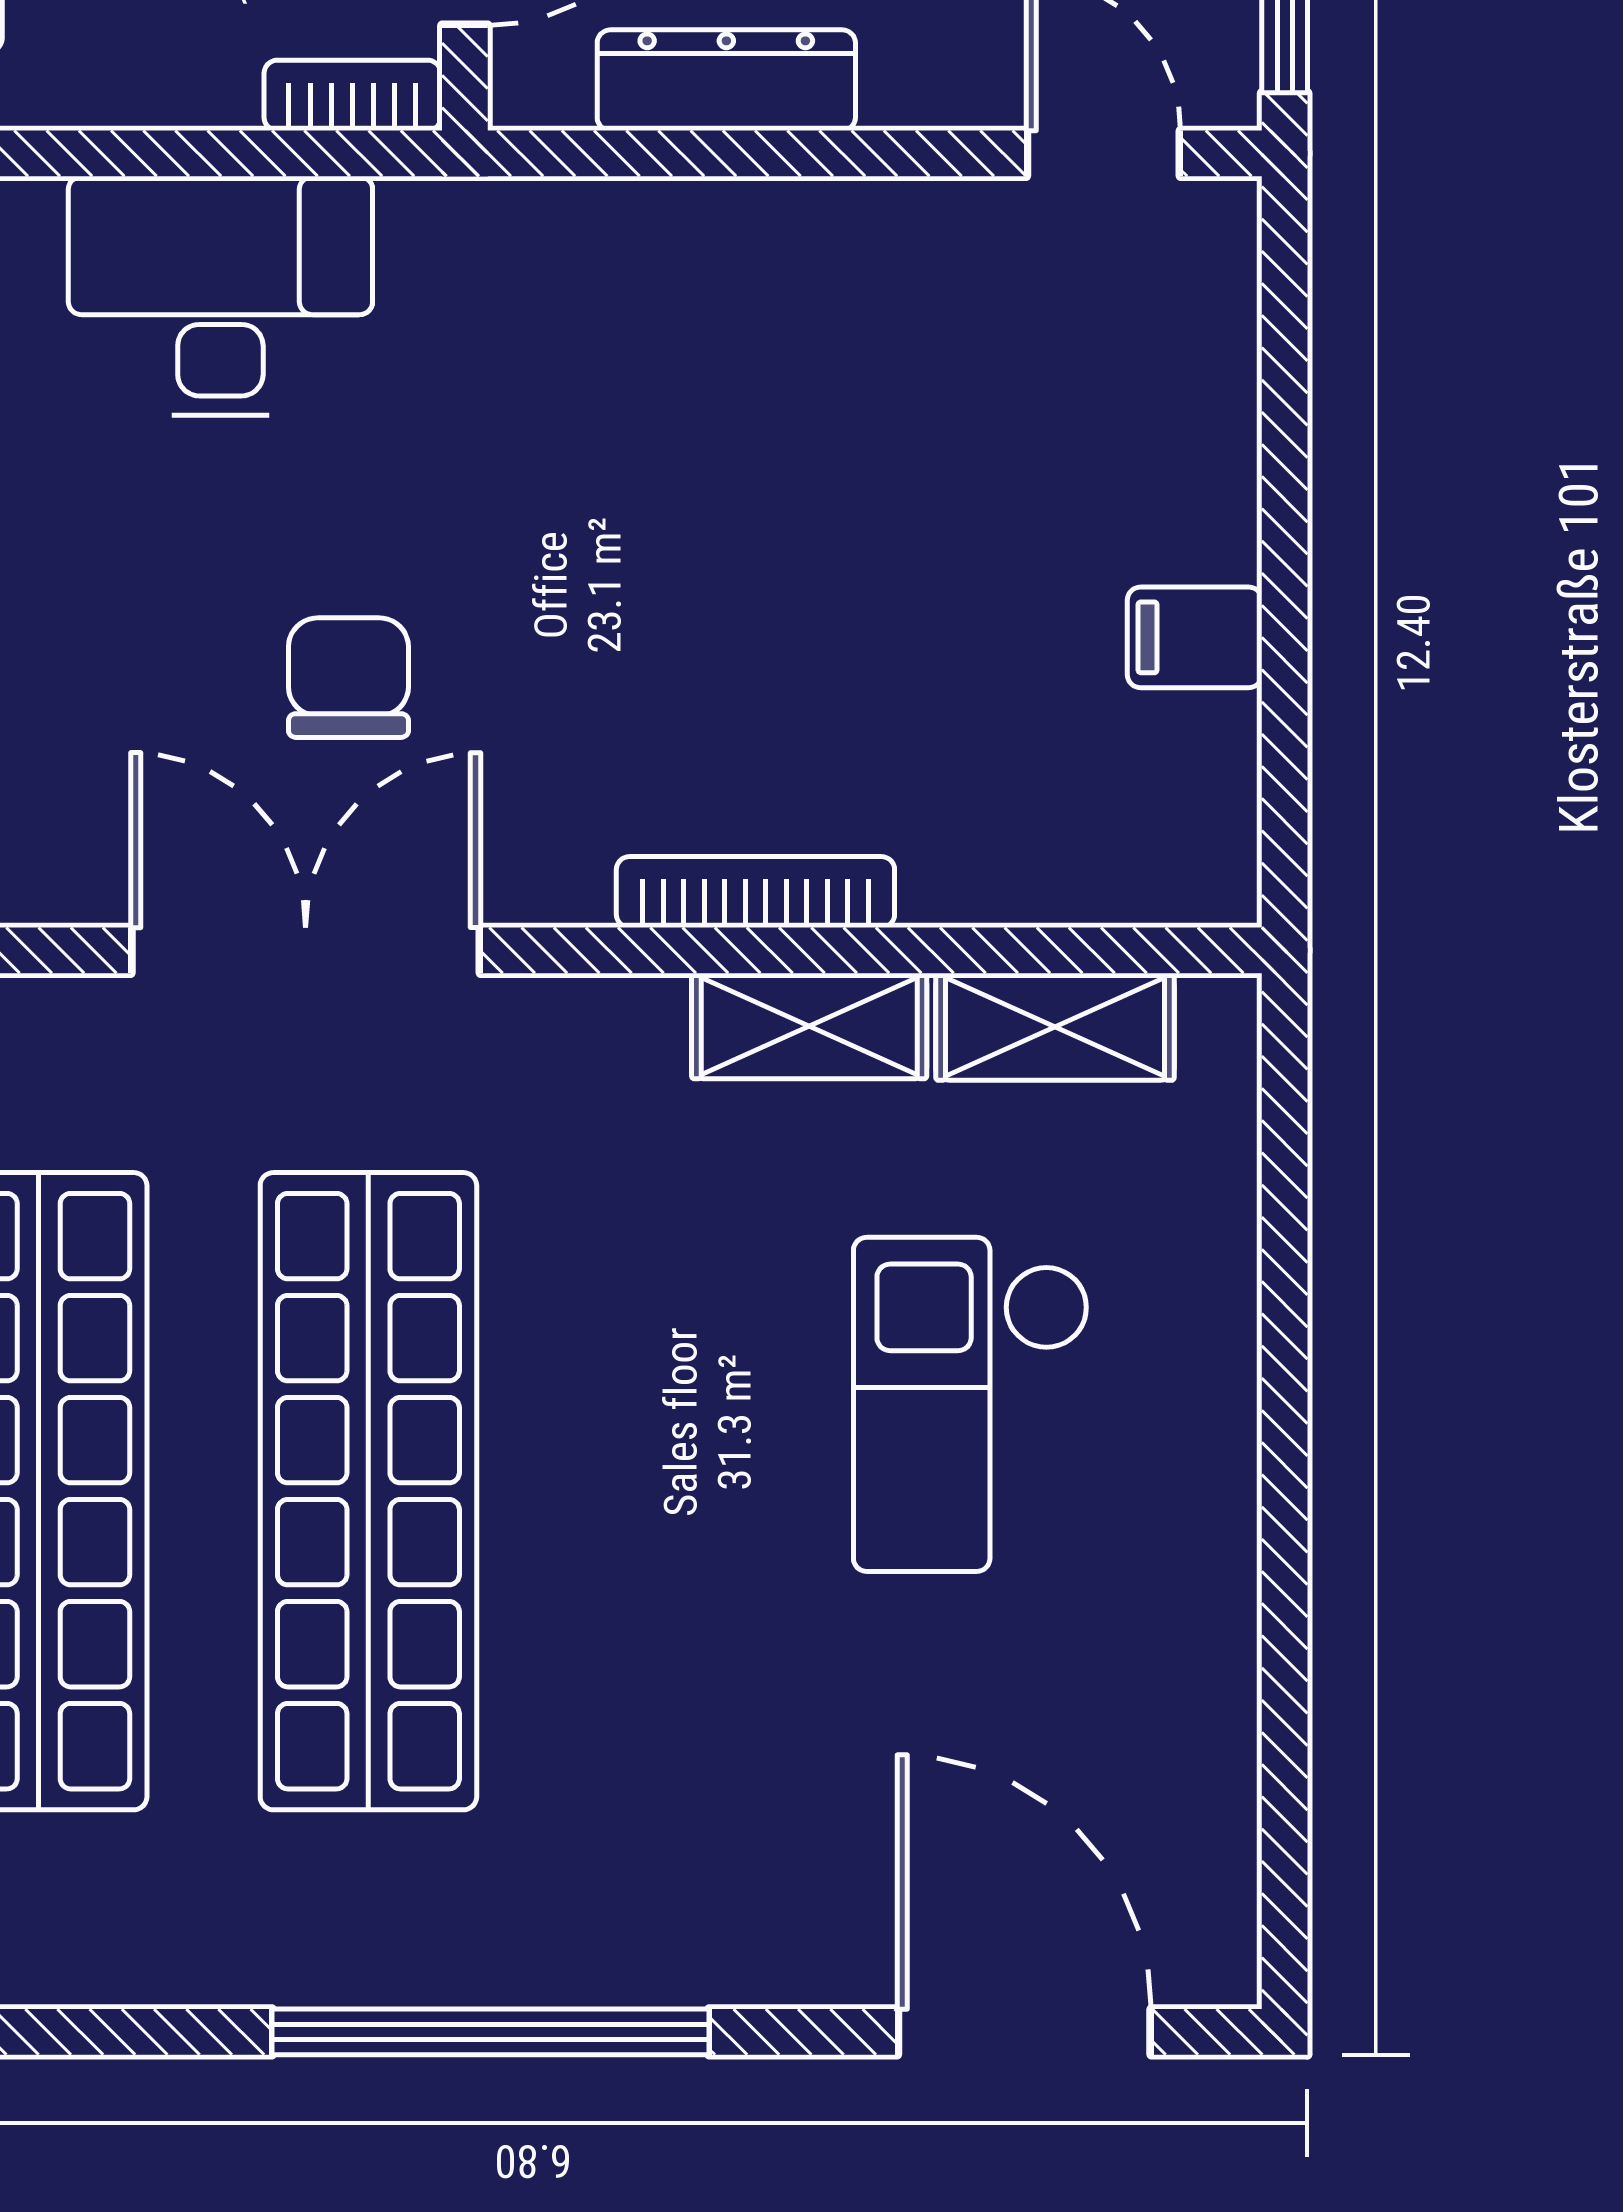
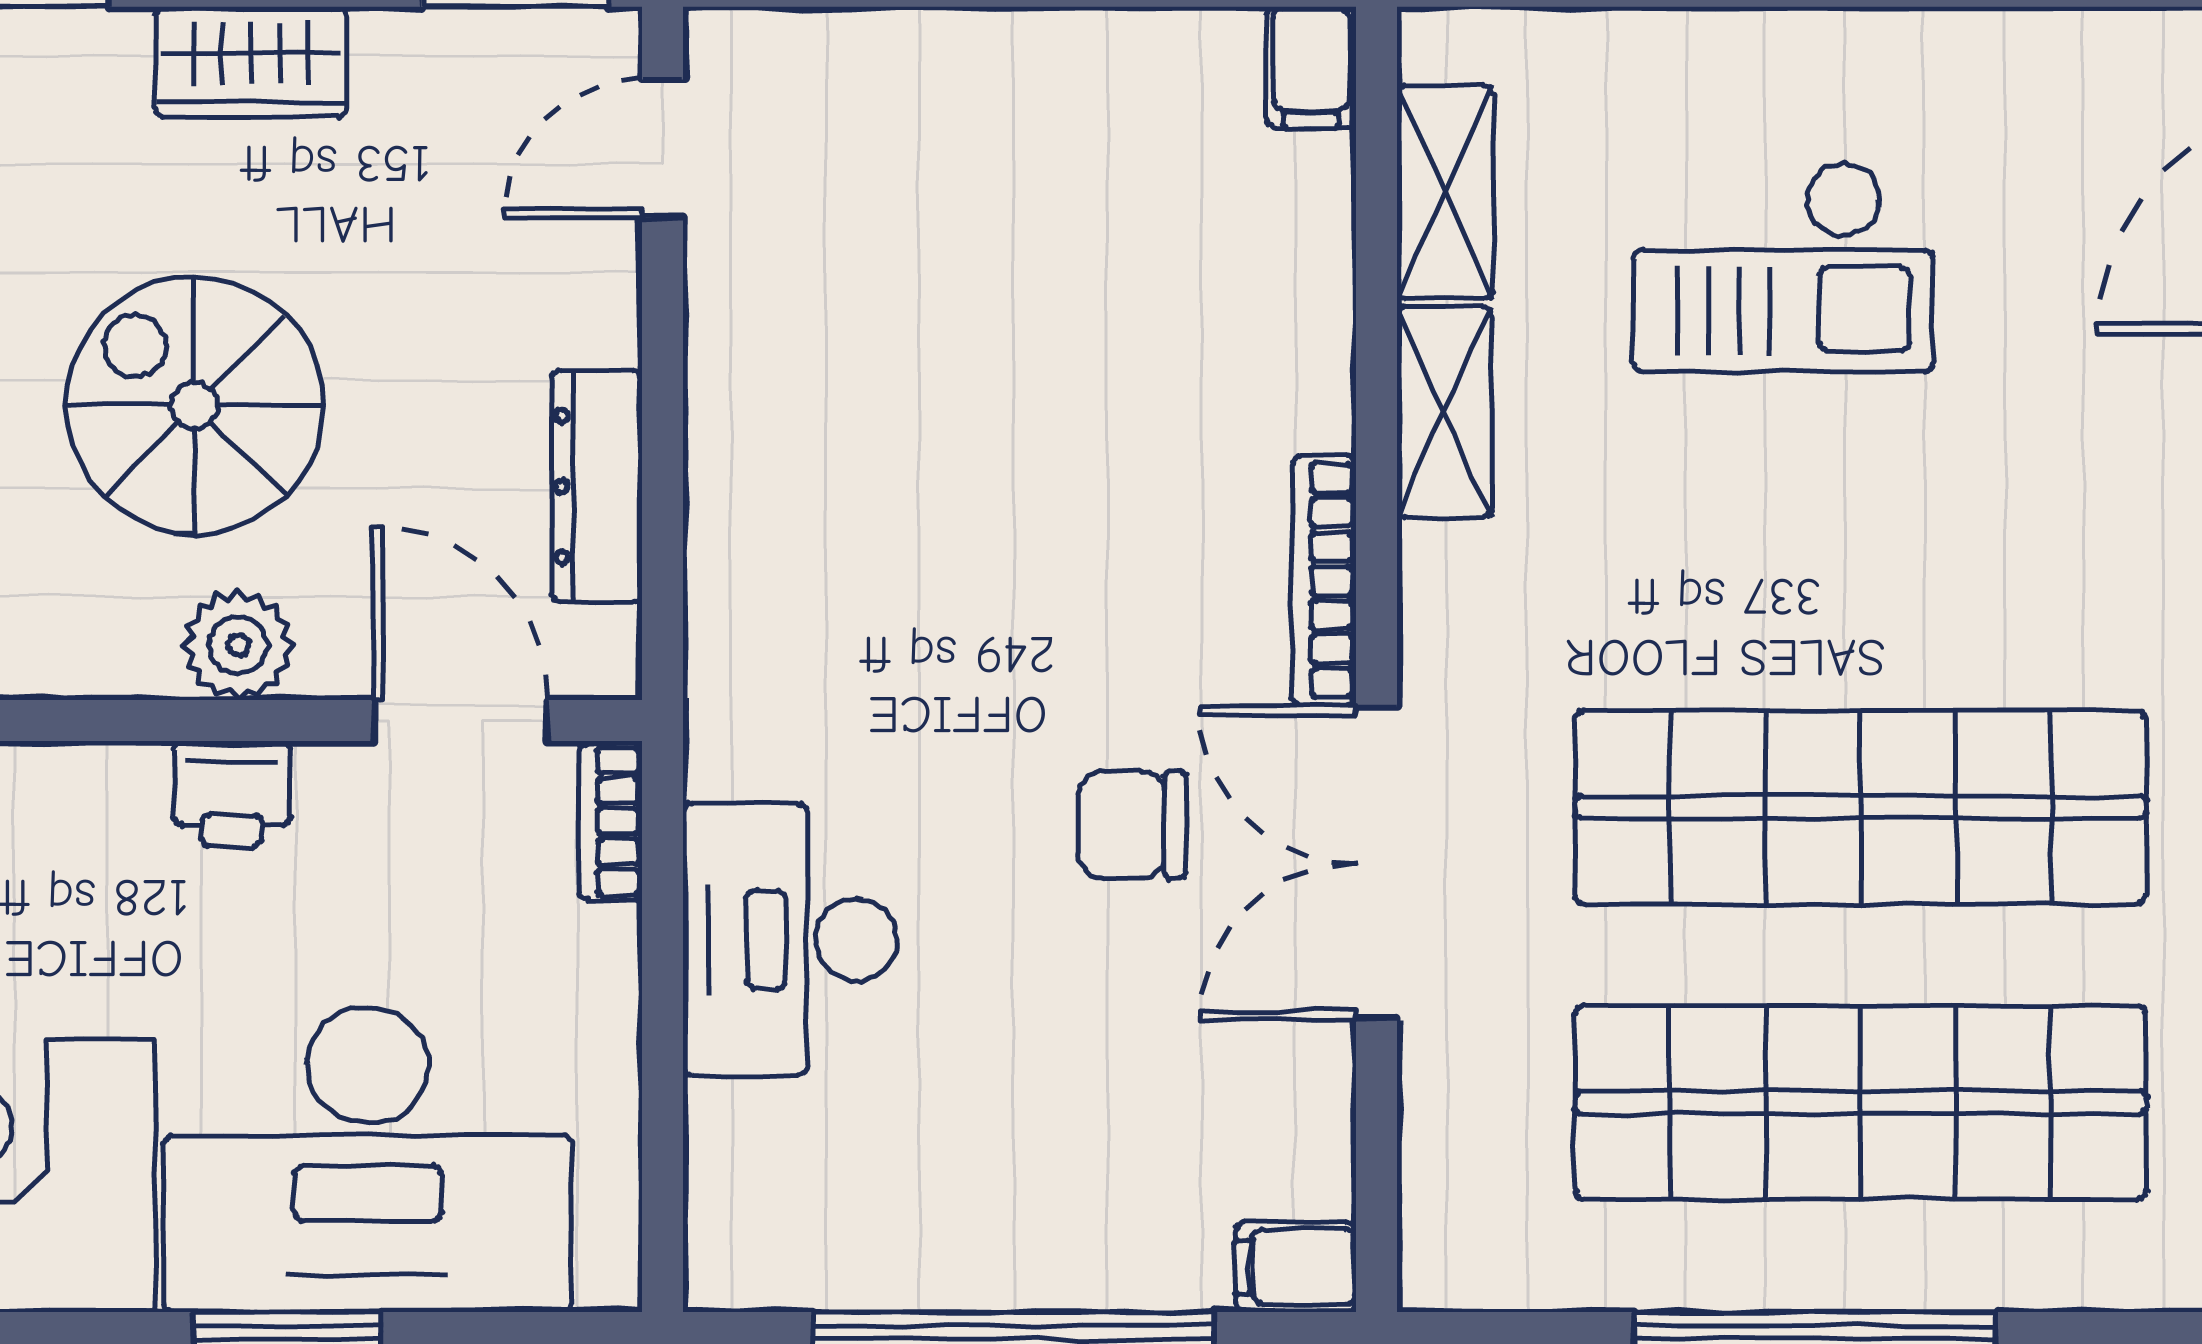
filing cabinet: (1195, 637) -> (1311, 67), moved
bookcase: (755, 892) -> (1324, 581), moved

